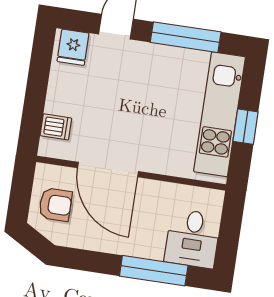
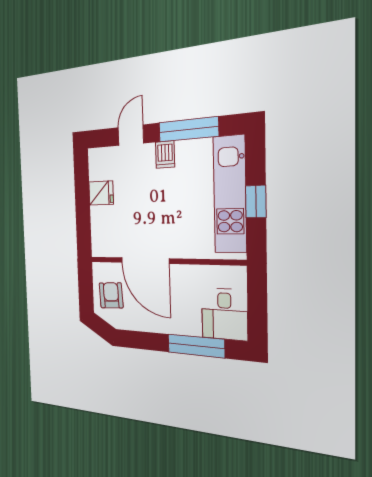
fridge: (73, 47) -> (101, 193), moved, turned -90
dishwasher: (56, 127) -> (165, 155), moved, turned 90
armchair: (55, 205) -> (111, 295), turned -93

